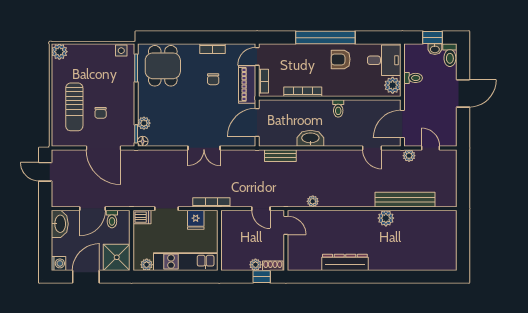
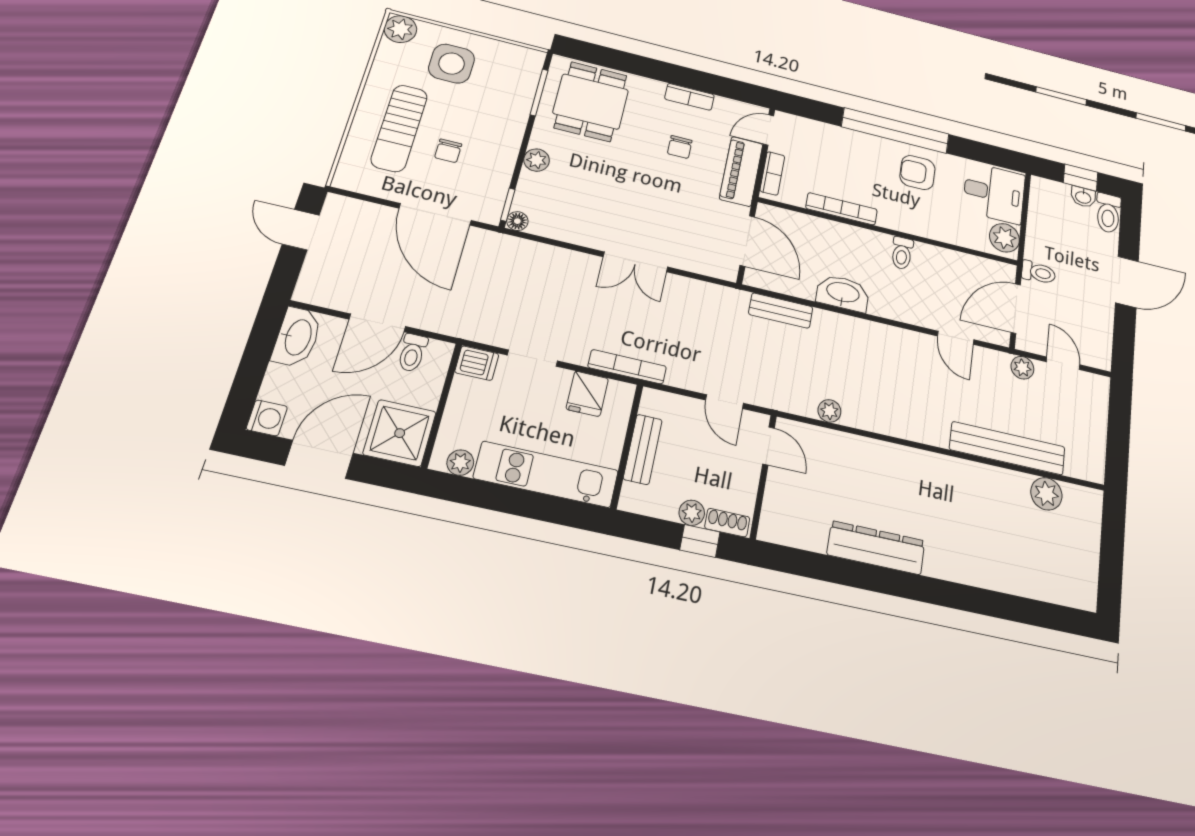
side table: (121, 51) -> (452, 64), moved, width x1.87, depth x1.87
toilet: (413, 78) -> (1038, 273), moved
door: (257, 122) -> (747, 241), swing flipped
plant: (144, 123) -> (537, 160), moved
plant: (386, 218) -> (1046, 494), moved
bench: (227, 240) -> (643, 449), added

